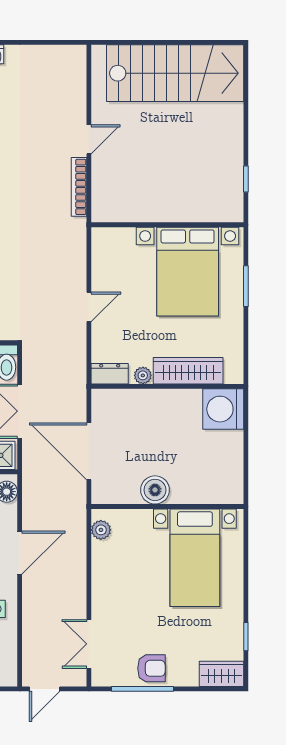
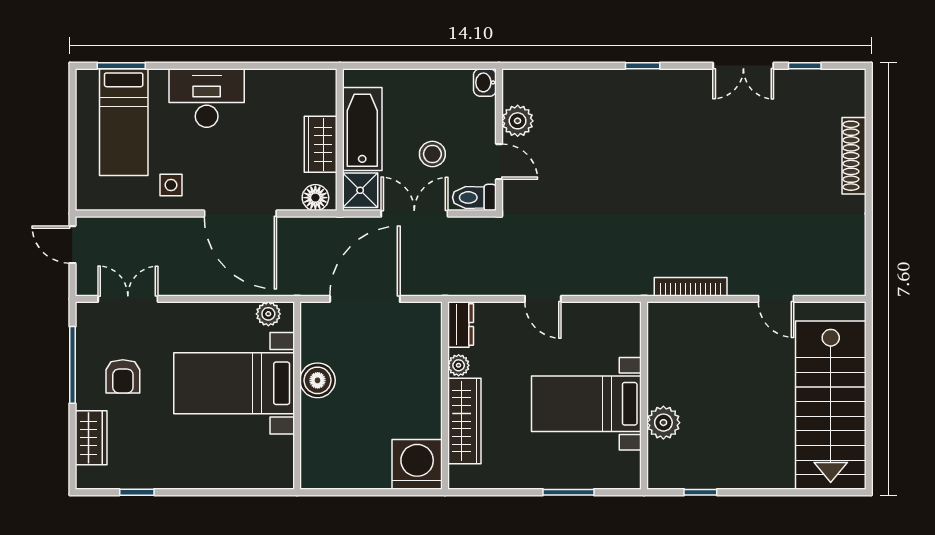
door: (89, 139) -> (776, 299), moved
plant: (189, 209) -> (663, 423), added
bed with nightstands: (188, 272) -> (586, 404), width x0.73
door: (20, 553) -> (240, 214), width x1.36
bed with nightstands: (195, 558) -> (234, 383), moved
armchair: (151, 668) -> (123, 376), moved
wardrobe: (222, 674) -> (91, 438), moved

